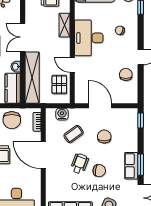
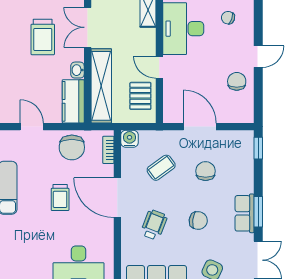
water cooler: (62, 114) -> (129, 139), moved
wheelchair: (80, 164) -> (154, 225), moved

